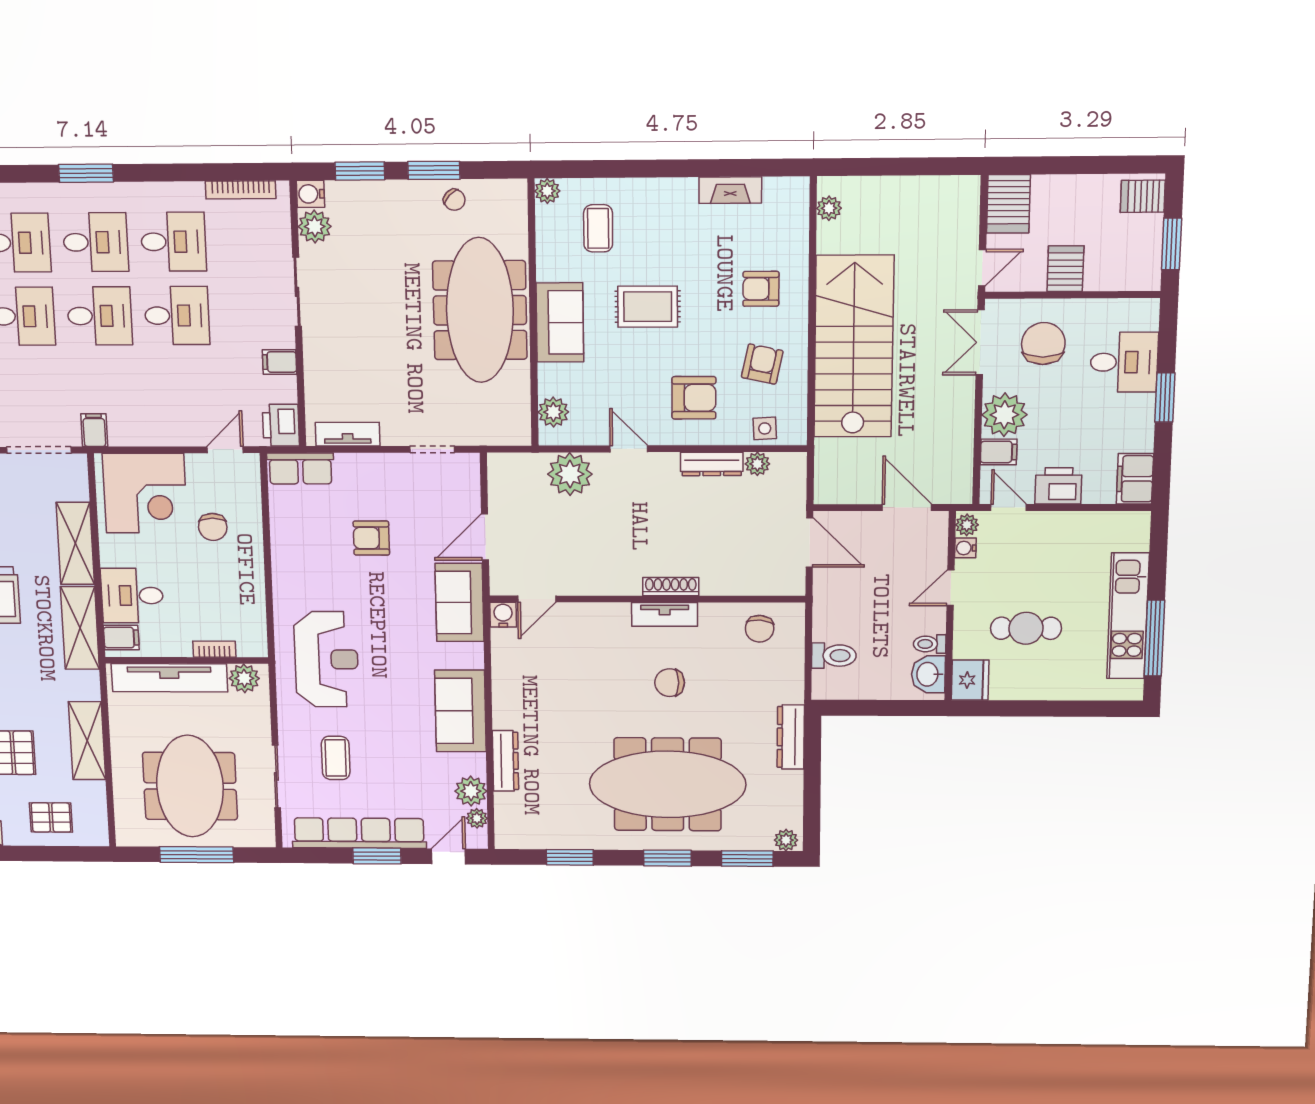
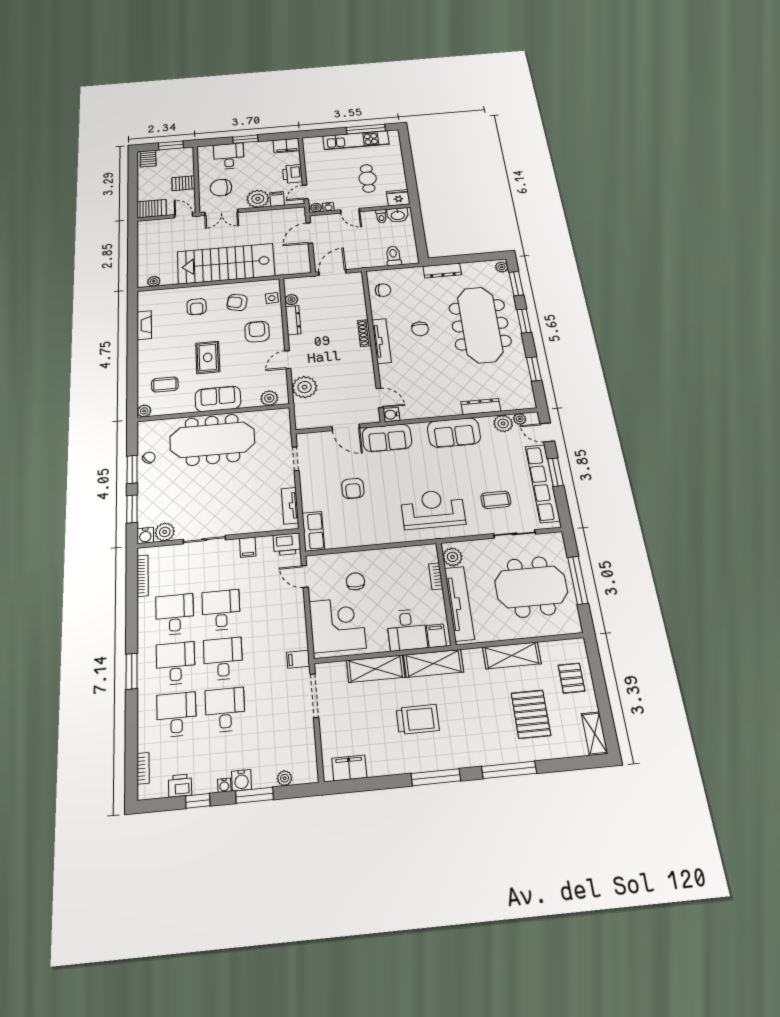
chair: (213, 527) -> (355, 581), turned -89
tv unit: (665, 614) -> (382, 341), width x1.41

